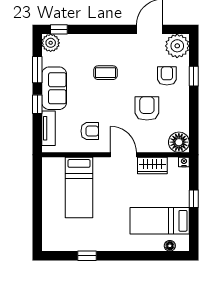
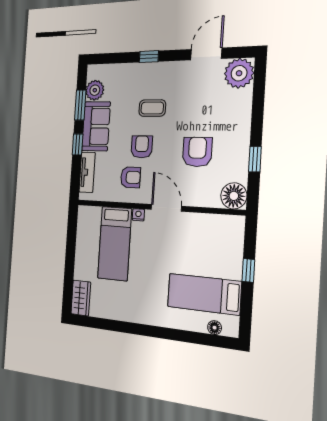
window: (59, 29) -> (149, 57), moved
plant: (51, 43) -> (95, 90), moved
armchair: (167, 76) -> (142, 147), moved
window: (194, 76) -> (255, 159), moved
nightstand: (184, 162) -> (138, 215), moved
wardrobe: (152, 166) -> (81, 298), moved, turned -90
window: (87, 256) -> (118, 326), removed

